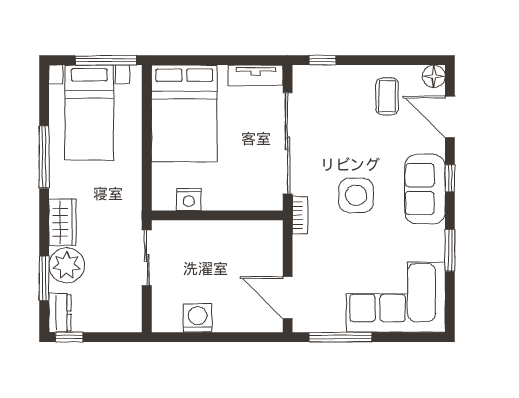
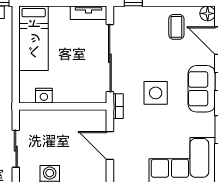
bed: (184, 113) -> (34, 38), width x0.67
sliding door: (147, 258) -> (16, 149), moved
door: (288, 298) -> (110, 146), moved

